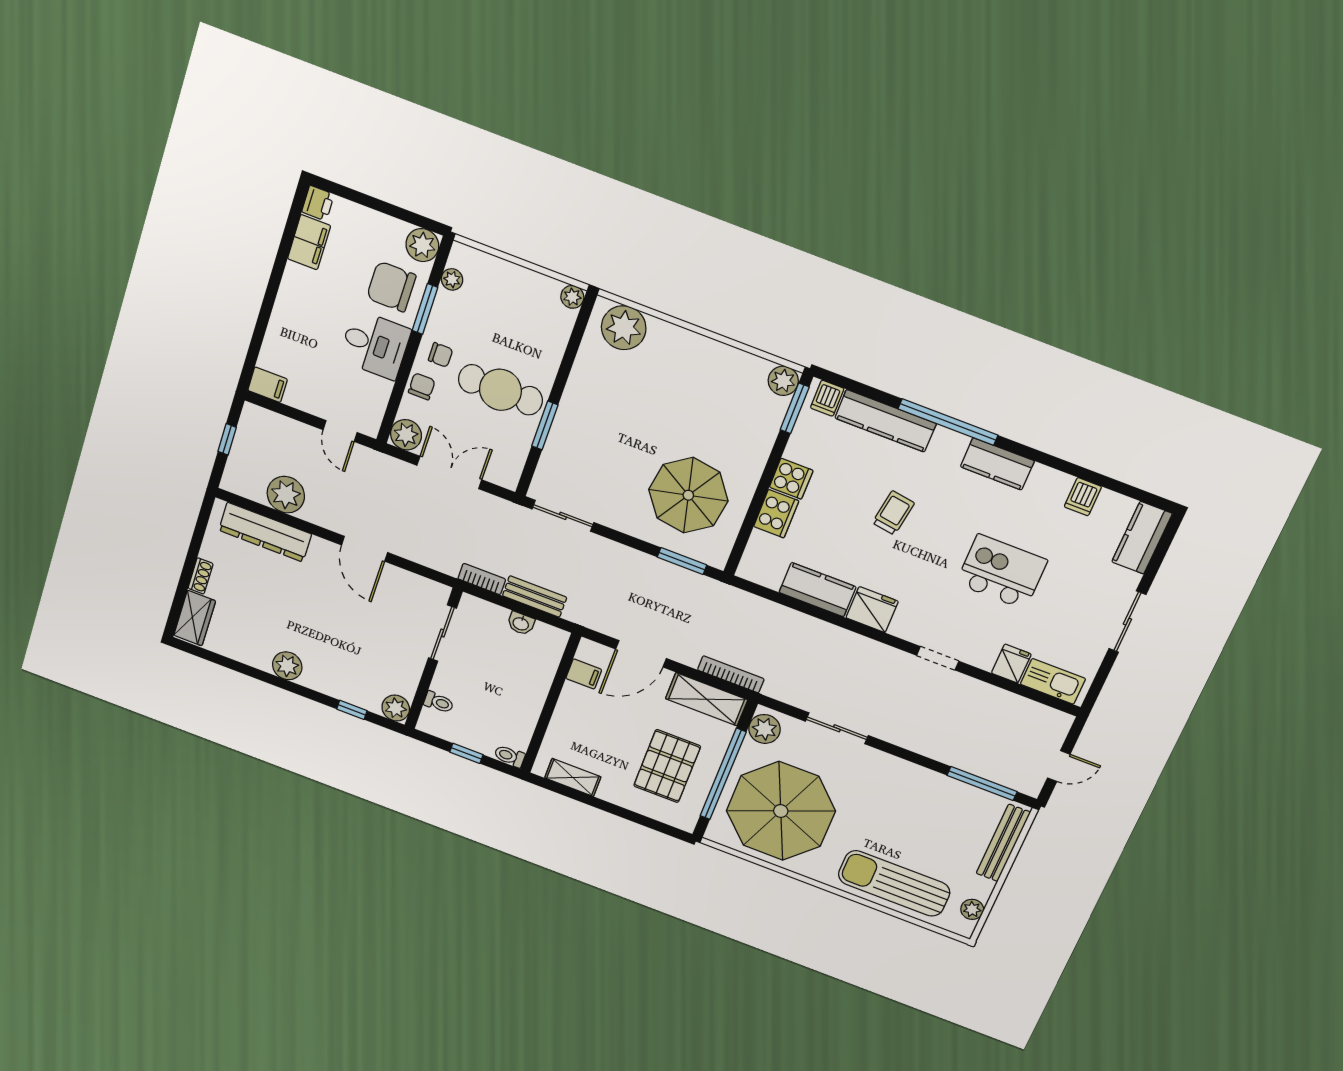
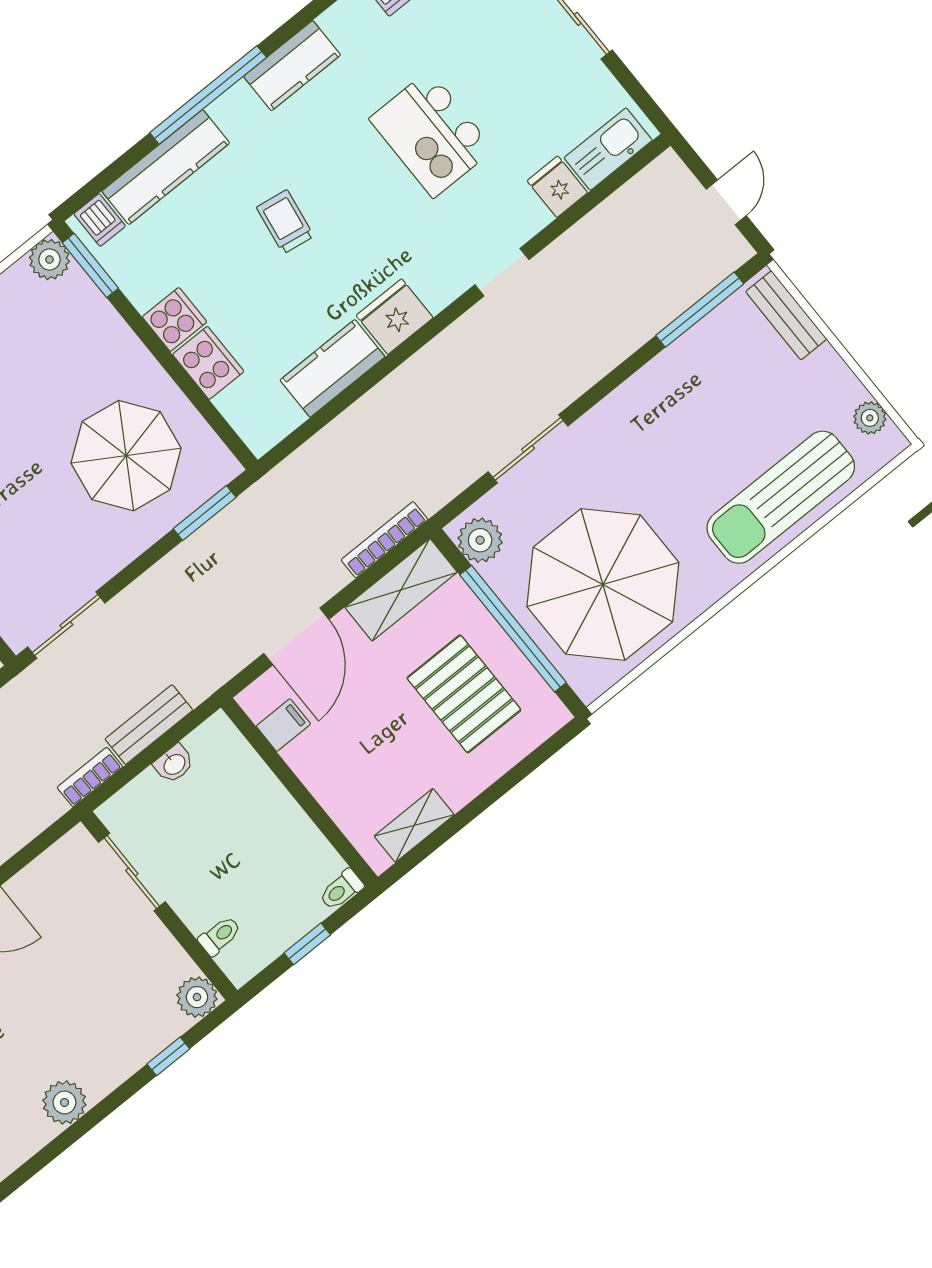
kitchen island: (1002, 572) -> (431, 134), turned -90
bench: (1003, 843) -> (786, 315), width x0.73

